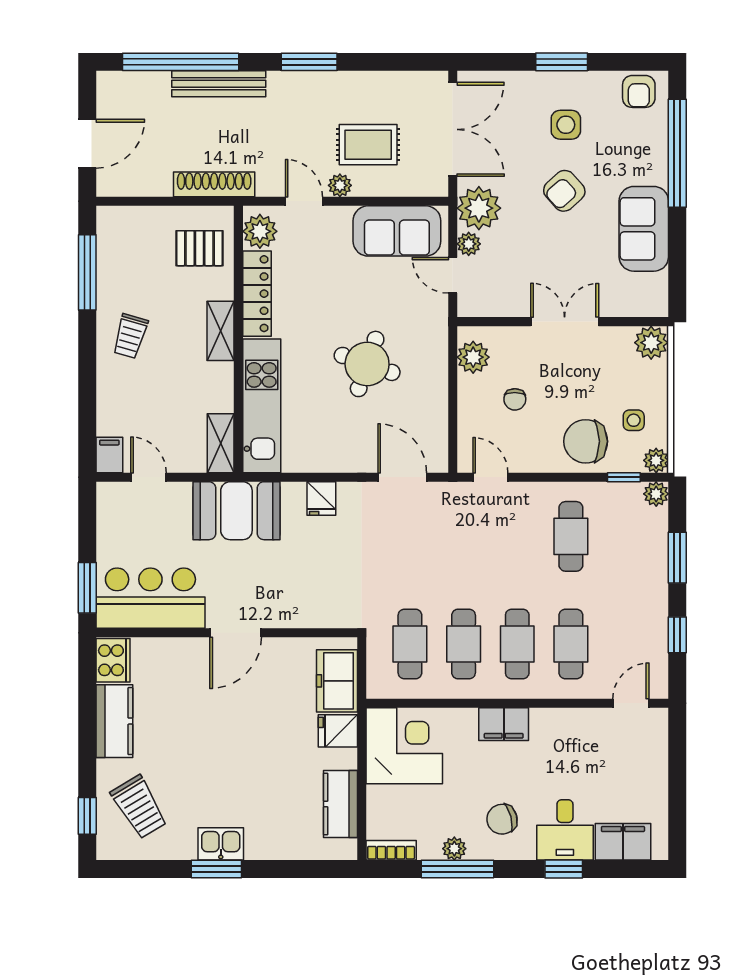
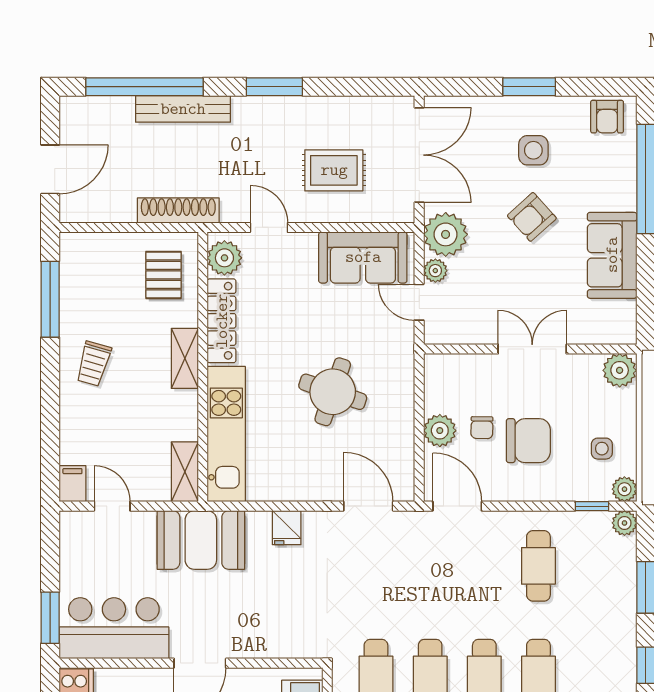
plant: (340, 185) -> (305, 211), removed
pallet: (199, 248) -> (164, 275), turned 90
plant: (473, 357) -> (440, 431), moved
chair: (586, 441) -> (528, 441), moved, turned 180
door: (490, 477) -> (457, 506), width x1.38

